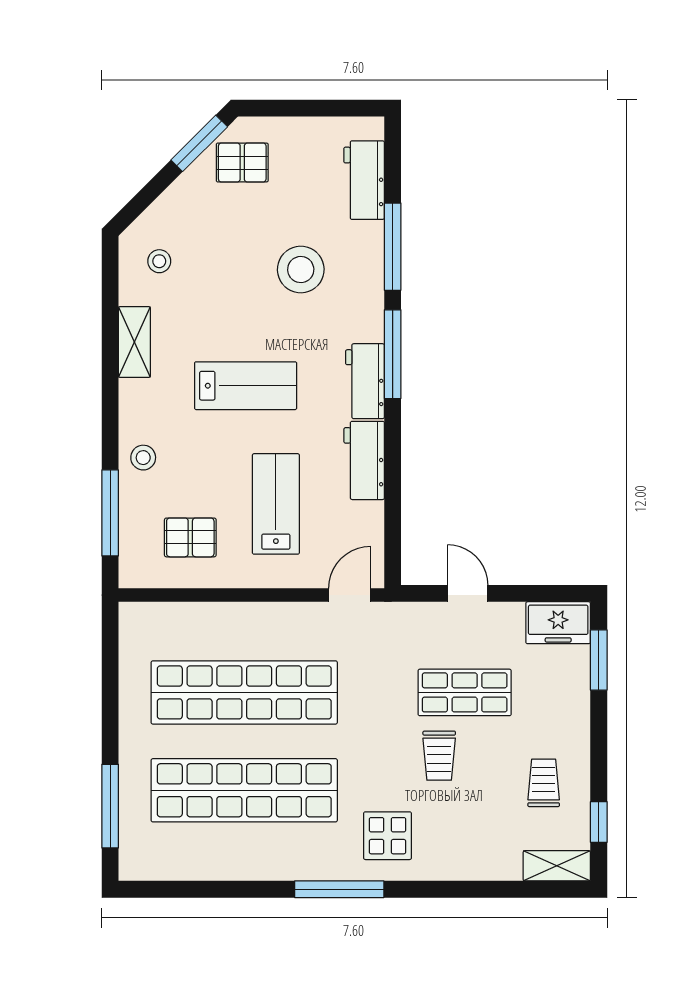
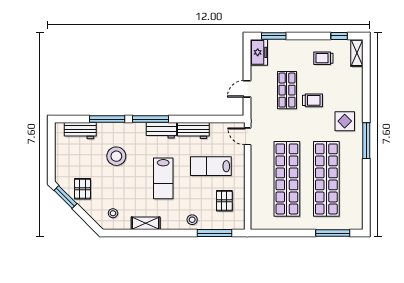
pallet: (242, 163) -> (82, 189), moved
lab bench: (246, 386) -> (163, 178), turned 180

